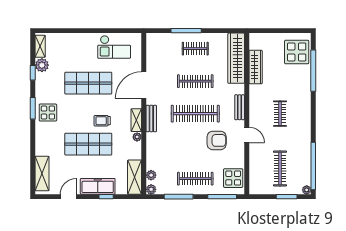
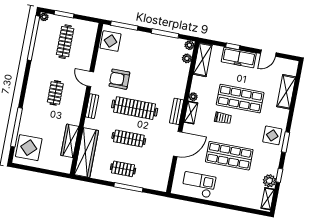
shelving: (42, 173) -> (286, 92), moved
clothes rail: (195, 179) -> (146, 47), removed

